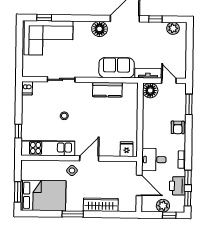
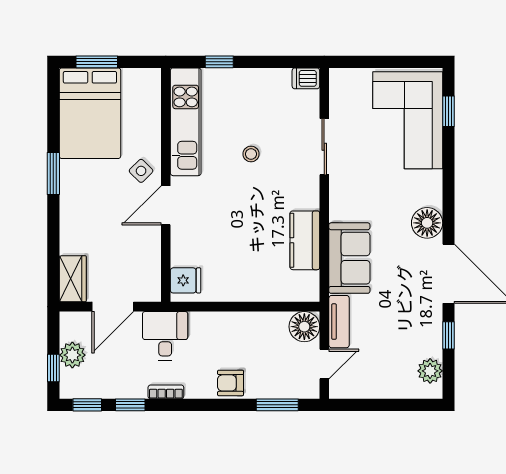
door: (89, 158) -> (166, 205), swing flipped
printer: (177, 186) -> (113, 384), removed
wardrobe: (101, 205) -> (73, 279), moved, width x0.67

